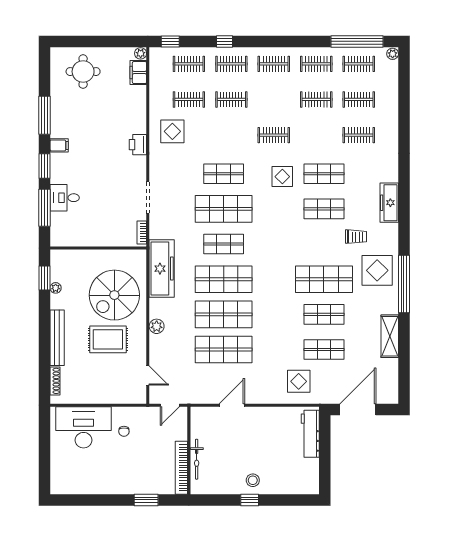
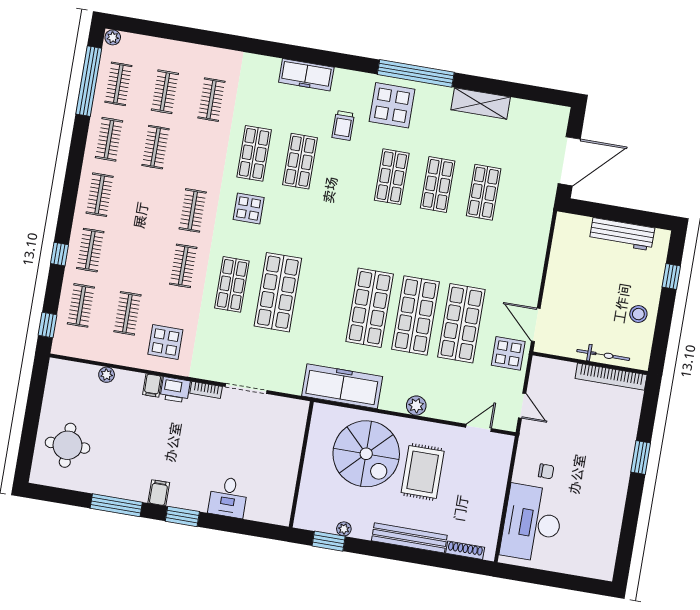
plant: (141, 53) -> (107, 375), moved
filing cabinet: (138, 73) -> (152, 385), moved, width x0.50
clothes rail: (231, 99) -> (183, 266), moved
window: (45, 208) -> (237, 526), removed
bookcase: (142, 233) -> (206, 390), moved
trolley: (356, 237) -> (343, 126), turned 180
shop shelf: (224, 244) -> (324, 300), removed
shop shelf: (324, 279) -> (392, 177), width x0.70, depth x0.74
display table: (299, 381) -> (508, 353), moved
door: (358, 409) -> (569, 161), swing flipped
workbench: (310, 434) -> (622, 234), moved
wall: (189, 450) -> (590, 363), moved
bicycle: (197, 459) -> (603, 355), moved
bookcase: (181, 468) -> (611, 377), moved
window: (250, 500) -> (671, 277), moved

